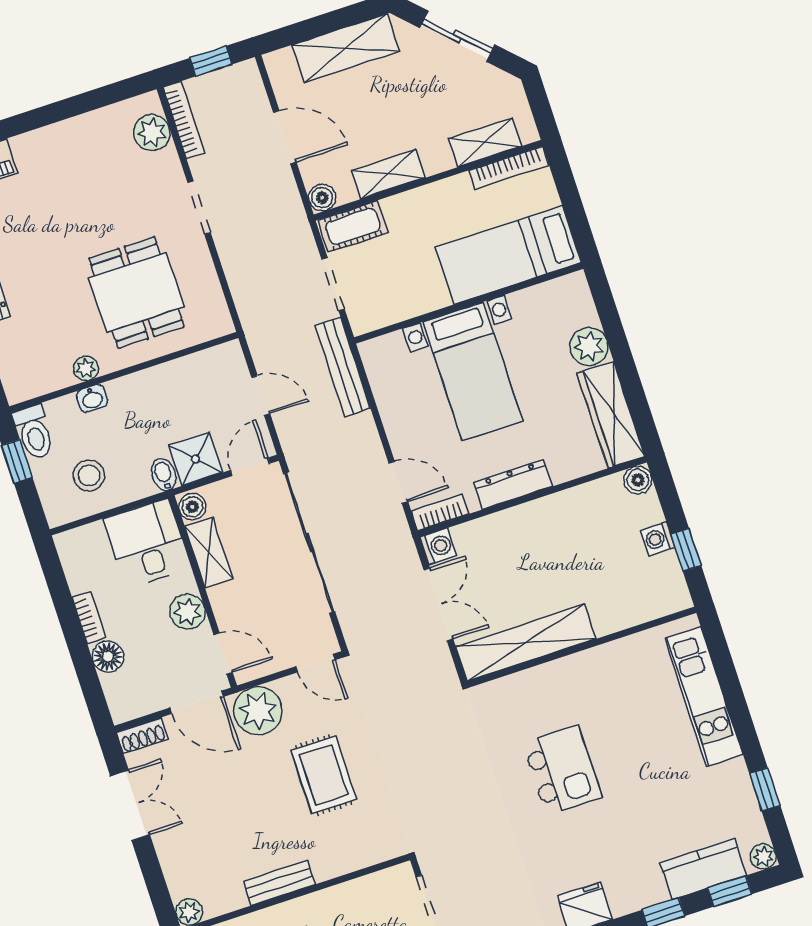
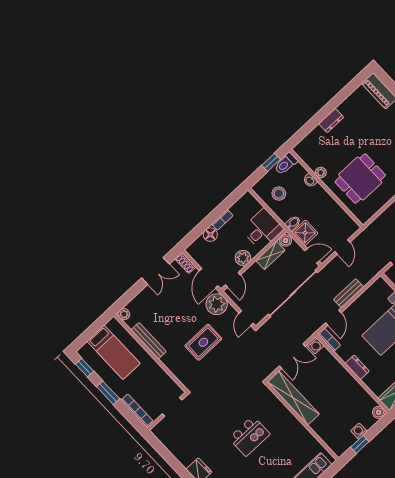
bench: (343, 367) -> (349, 293), moved, width x0.73
dresser: (513, 484) -> (357, 367), width x0.70
bench: (279, 883) -> (149, 341), width x1.36

